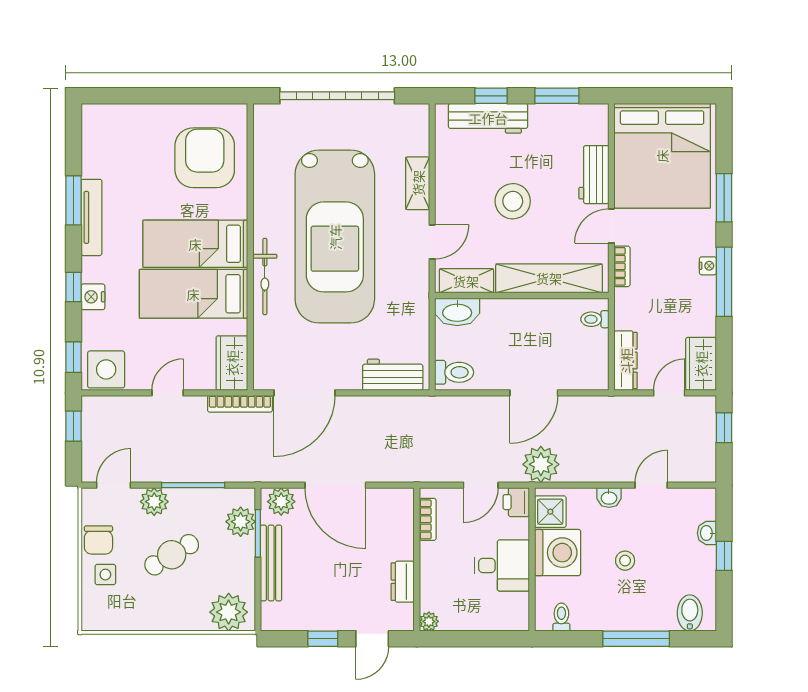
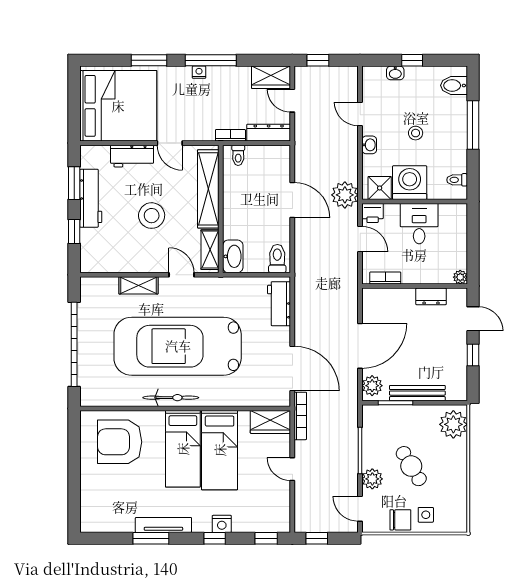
workbench: (488, 118) -> (91, 198), moved
car: (335, 237) -> (178, 346), turned 180
bookcase: (622, 266) -> (230, 135), moved
bicycle: (265, 276) -> (171, 398), moved
side table: (106, 369) -> (275, 514), removed
plant: (241, 522) -> (387, 416), removed

